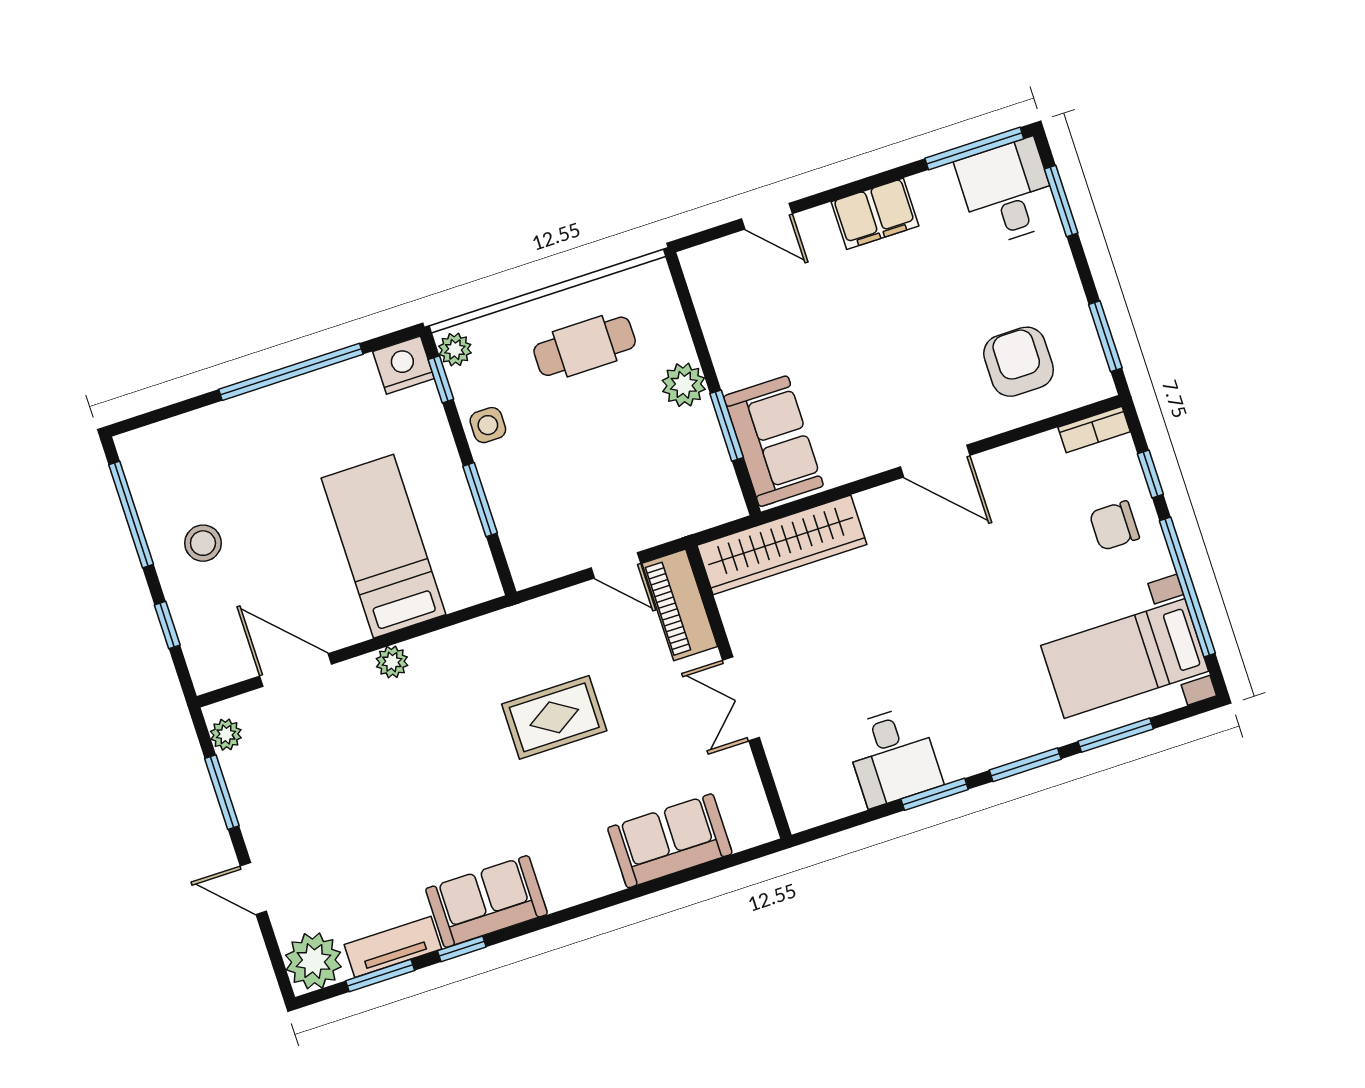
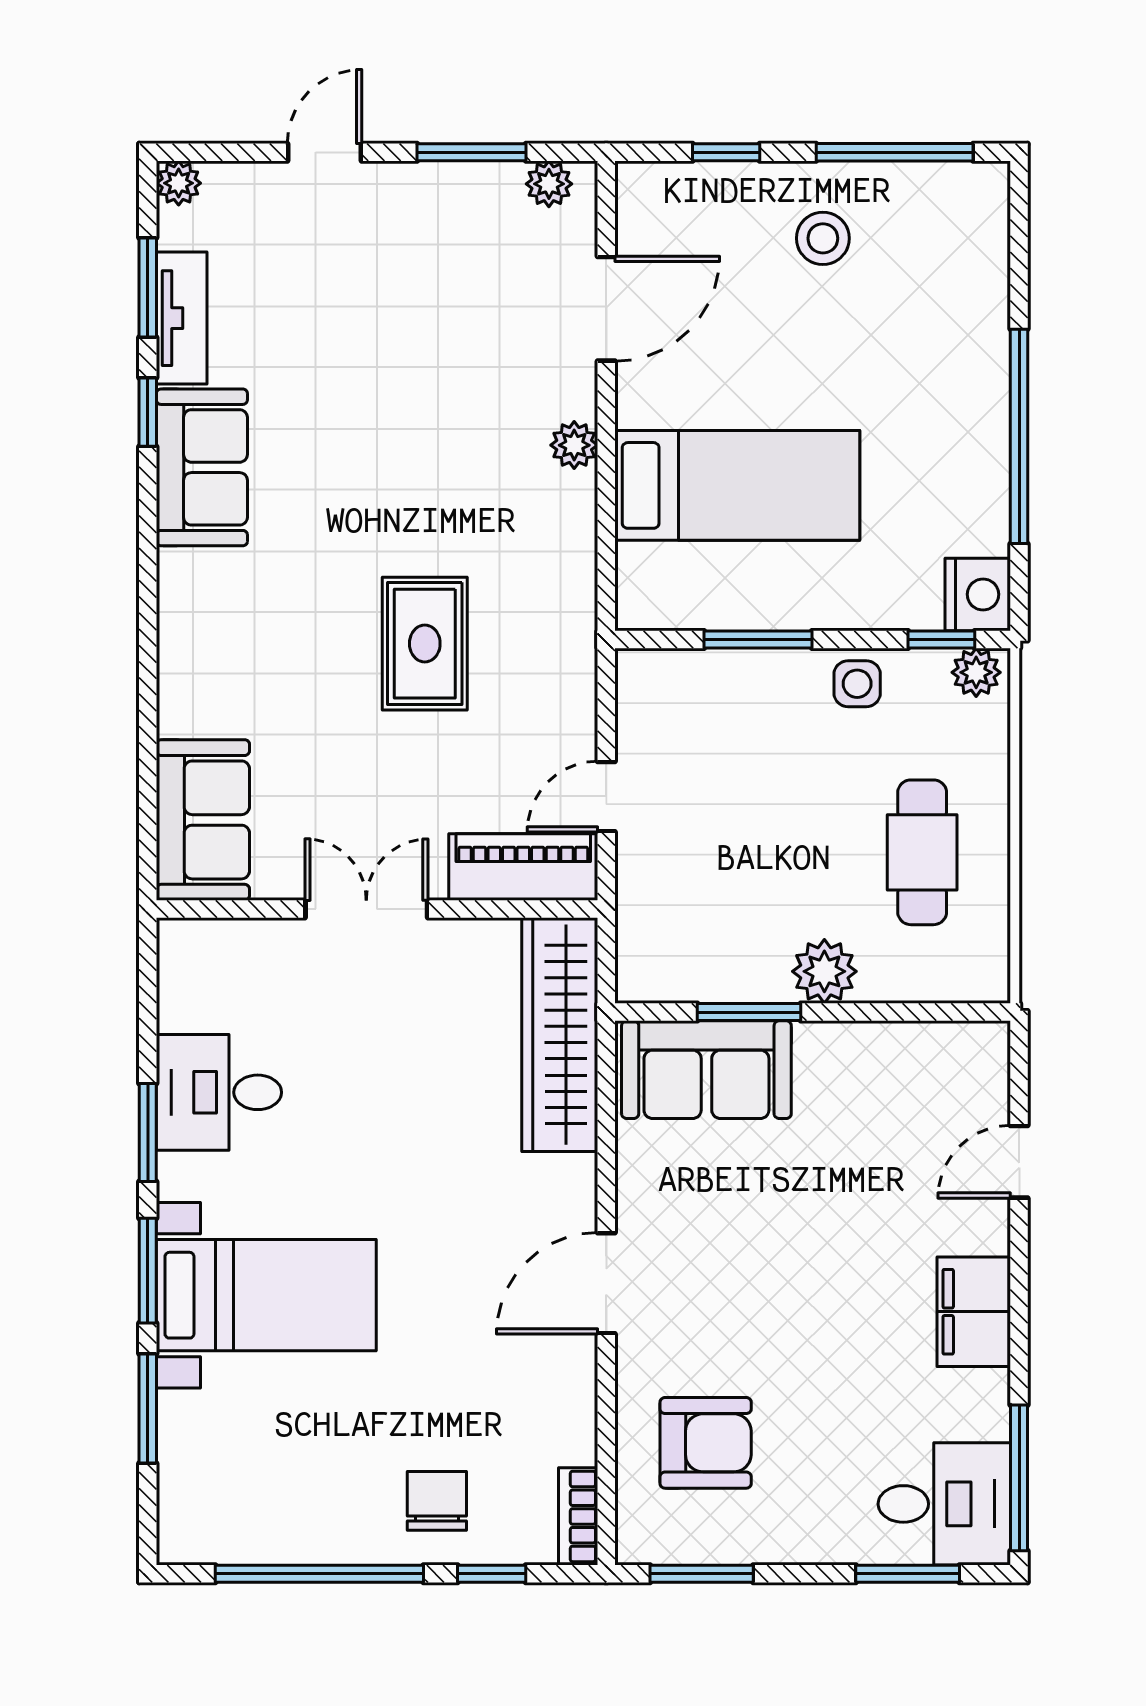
bed with nightstands: (1125, 658) -> (266, 1295), moved, turned 90
sofa: (670, 841) -> (203, 820), moved
plant: (313, 961) -> (179, 183), width x0.53, depth x0.53

